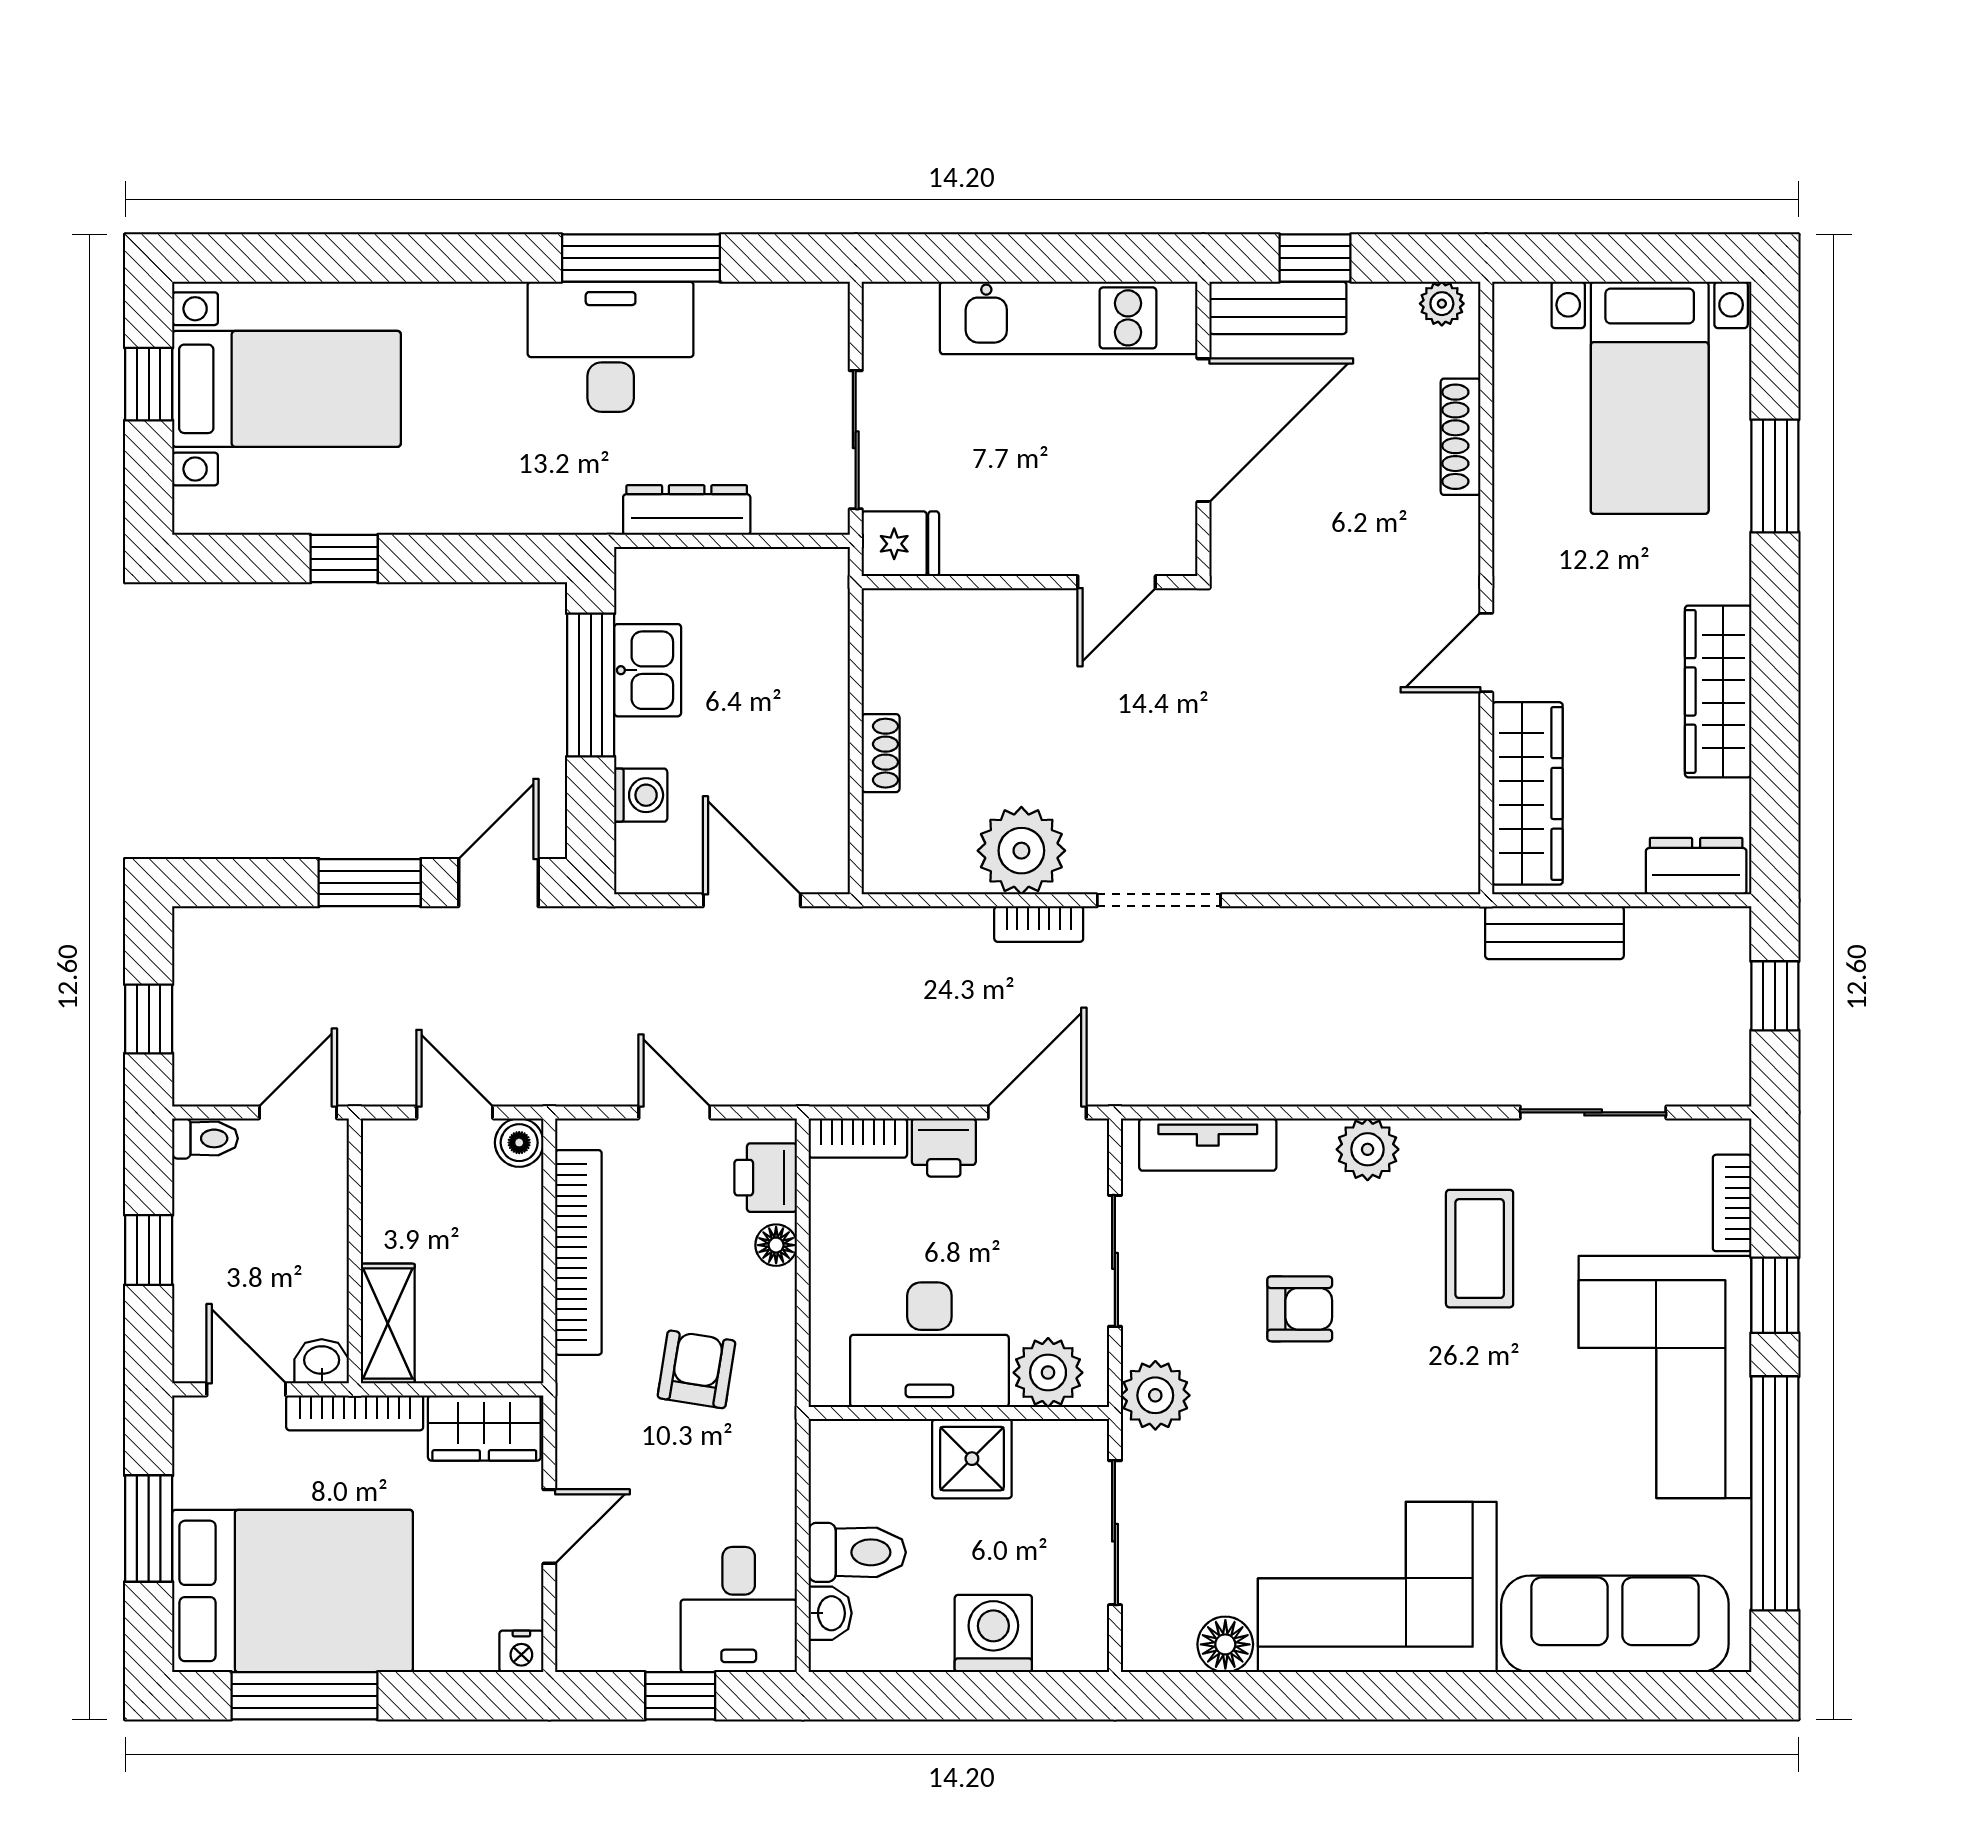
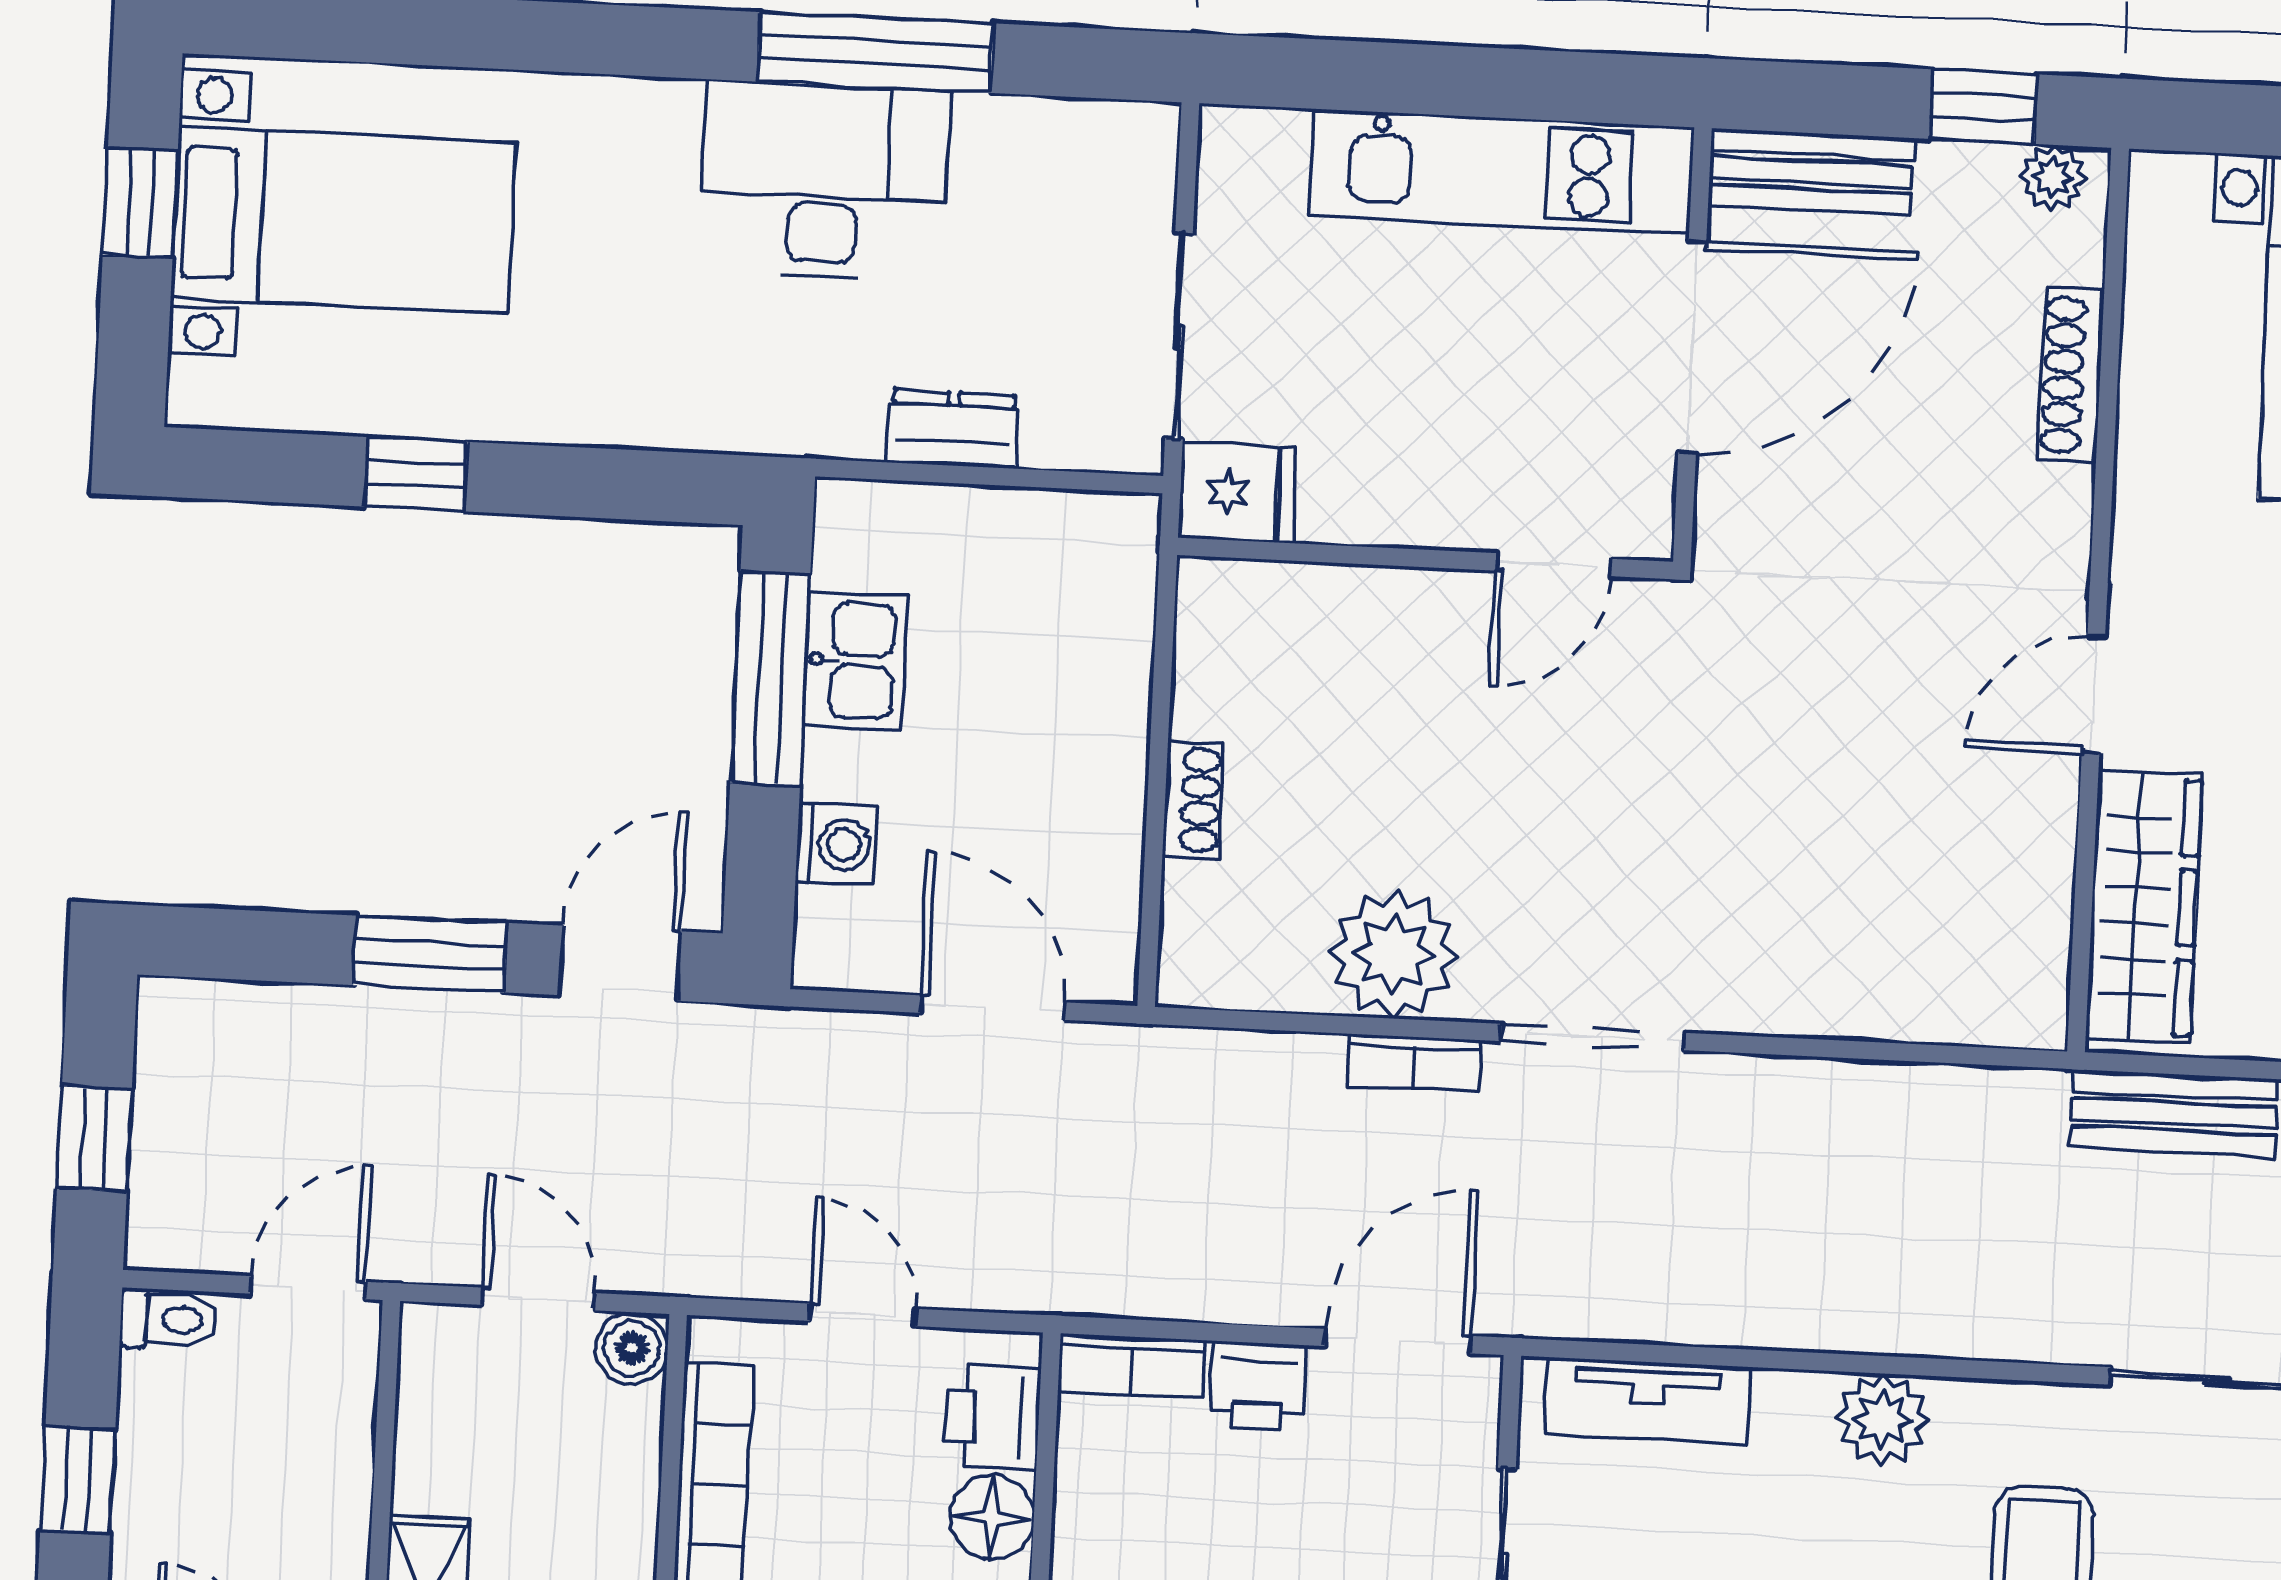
window: (1315, 258) -> (1983, 107), moved
dresser: (687, 510) -> (953, 429), width x0.70
floor lamp: (776, 1245) -> (992, 1517), width x1.37, depth x1.37

